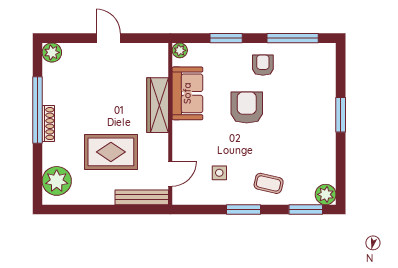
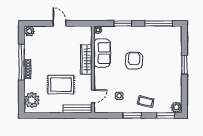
armchair: (263, 65) -> (143, 38), removed

